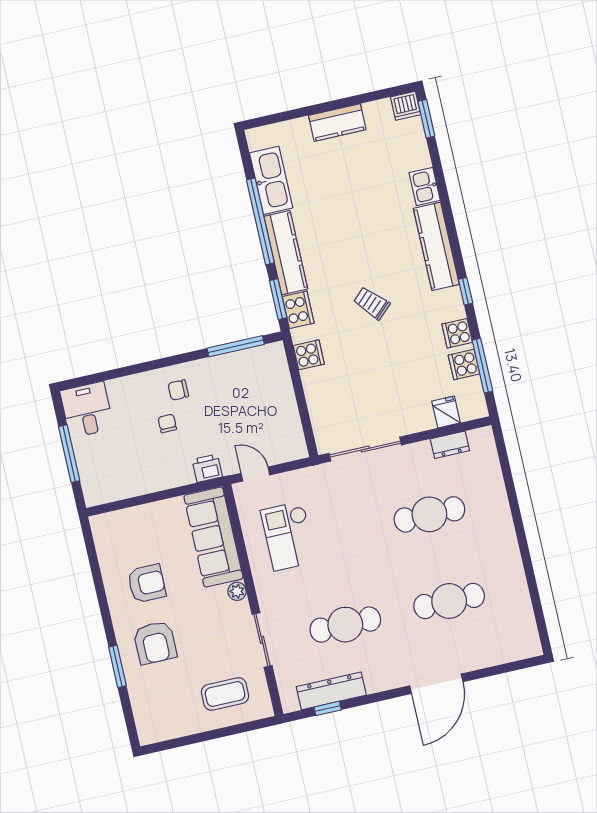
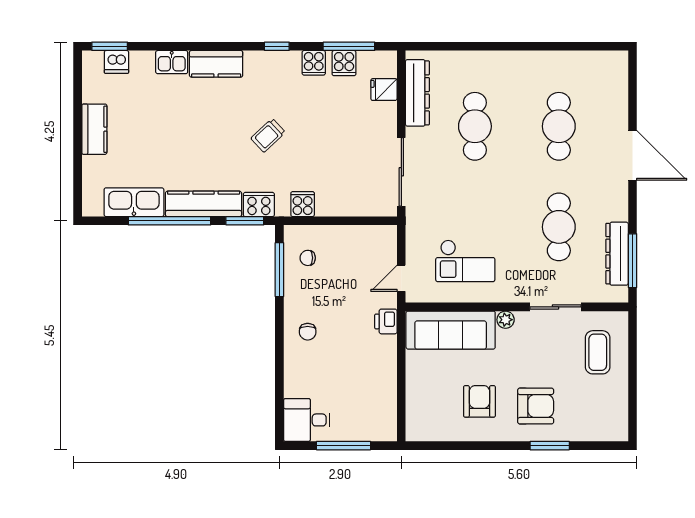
dishwasher: (406, 106) -> (116, 62), moved, turned 90
kitchen counter: (436, 246) -> (216, 64), width x0.67
chair: (167, 423) -> (308, 258), moved
dresser: (450, 445) -> (417, 93), width x1.96, depth x1.24
window: (328, 708) -> (632, 261), width x2.17

